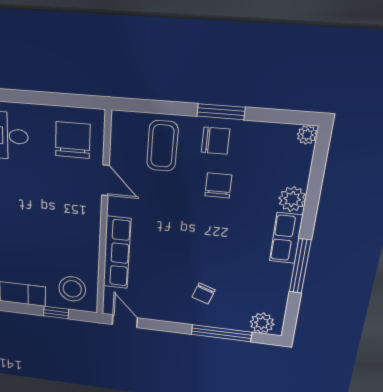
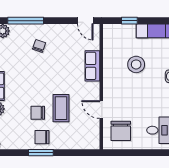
coffee table: (162, 146) -> (61, 108), moved
chair: (218, 185) -> (38, 113), turned 90
row of seats: (117, 253) -> (92, 66), width x0.68
stool: (72, 289) -> (136, 64), moved

